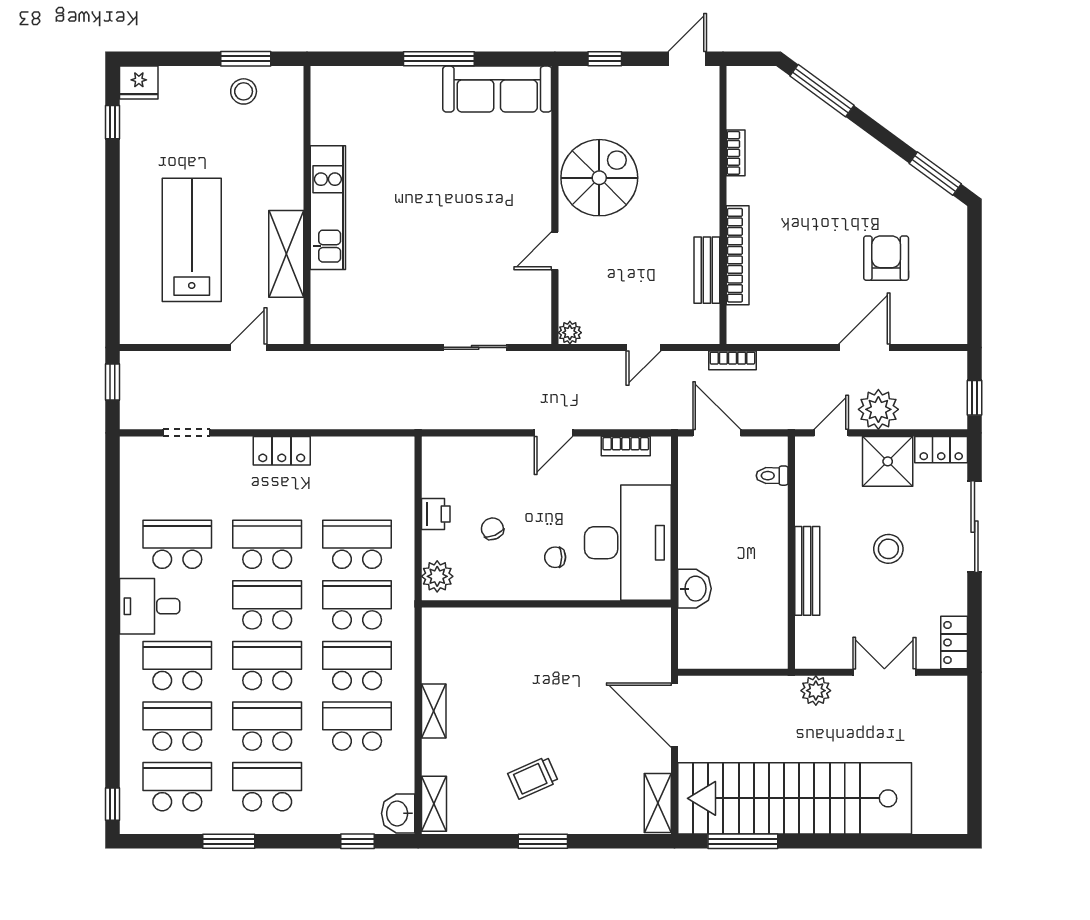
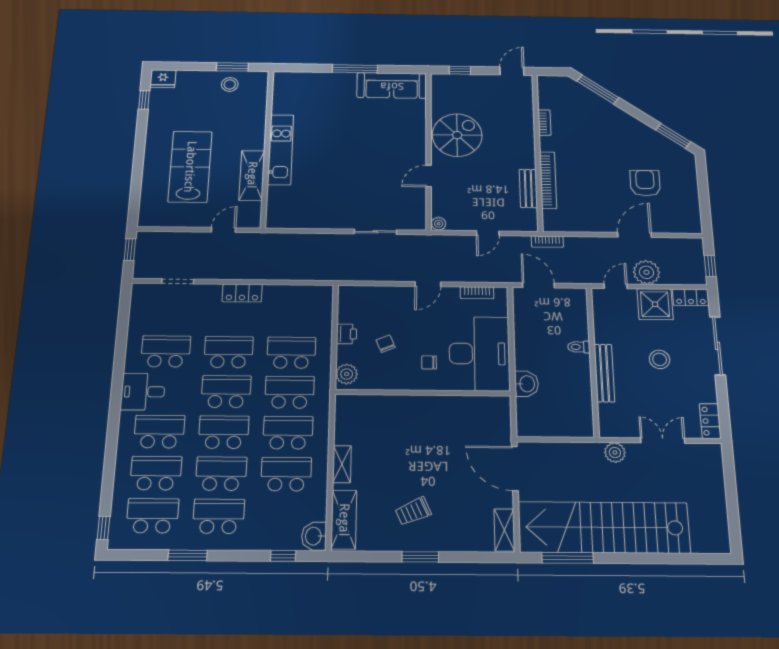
toilet: (772, 476) -> (579, 347), moved
shelving: (434, 804) -> (344, 520), width x1.50, depth x1.33

